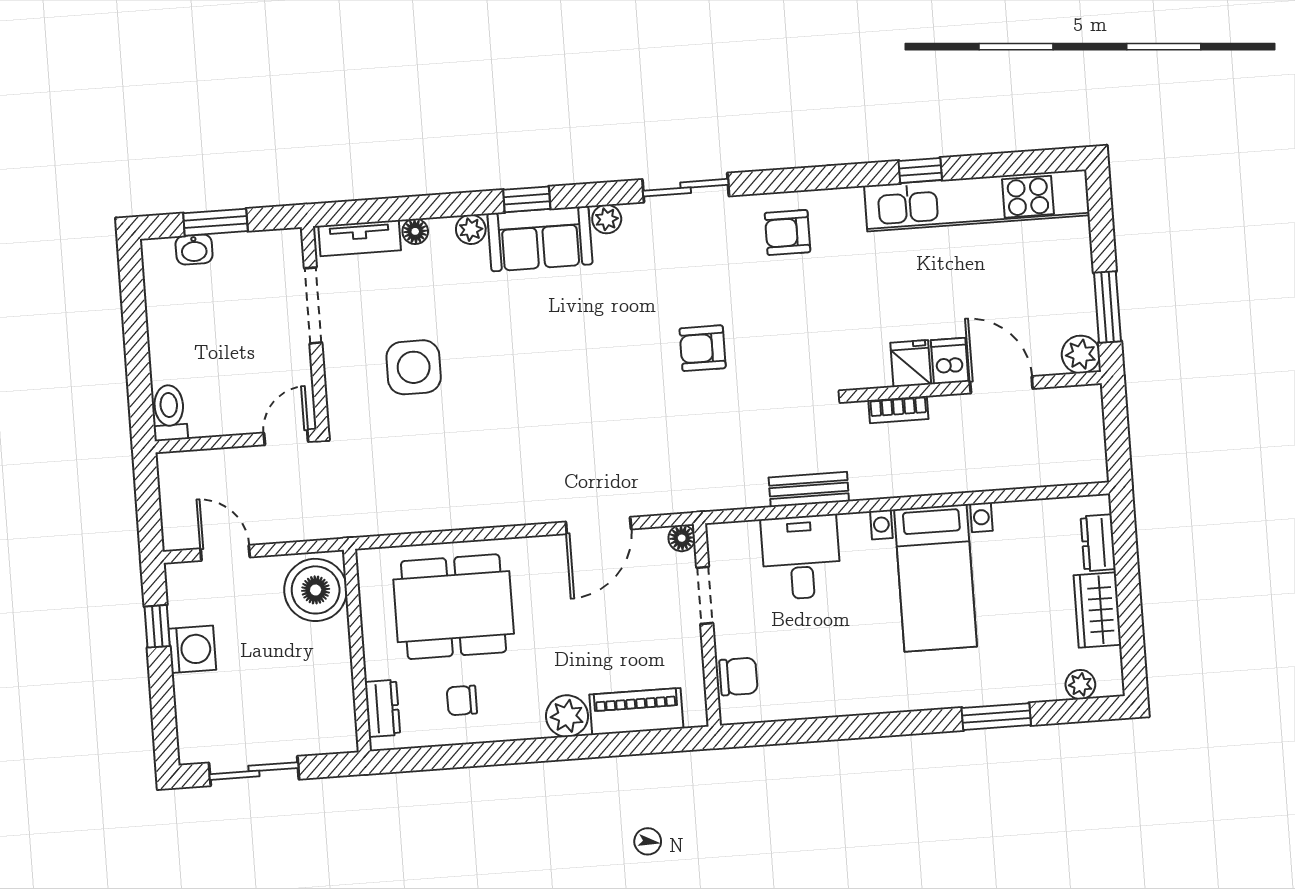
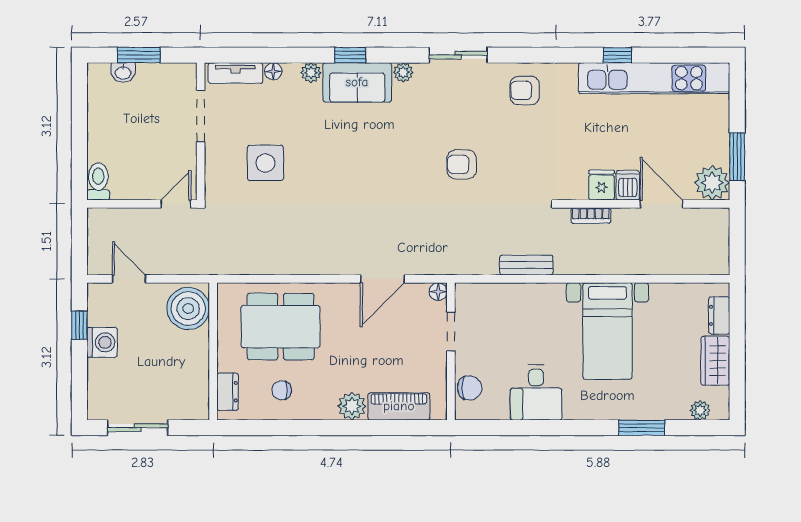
plant: (1081, 354) -> (712, 183), width x1.36, depth x1.36
desk: (801, 557) -> (536, 392), moved, turned 180

